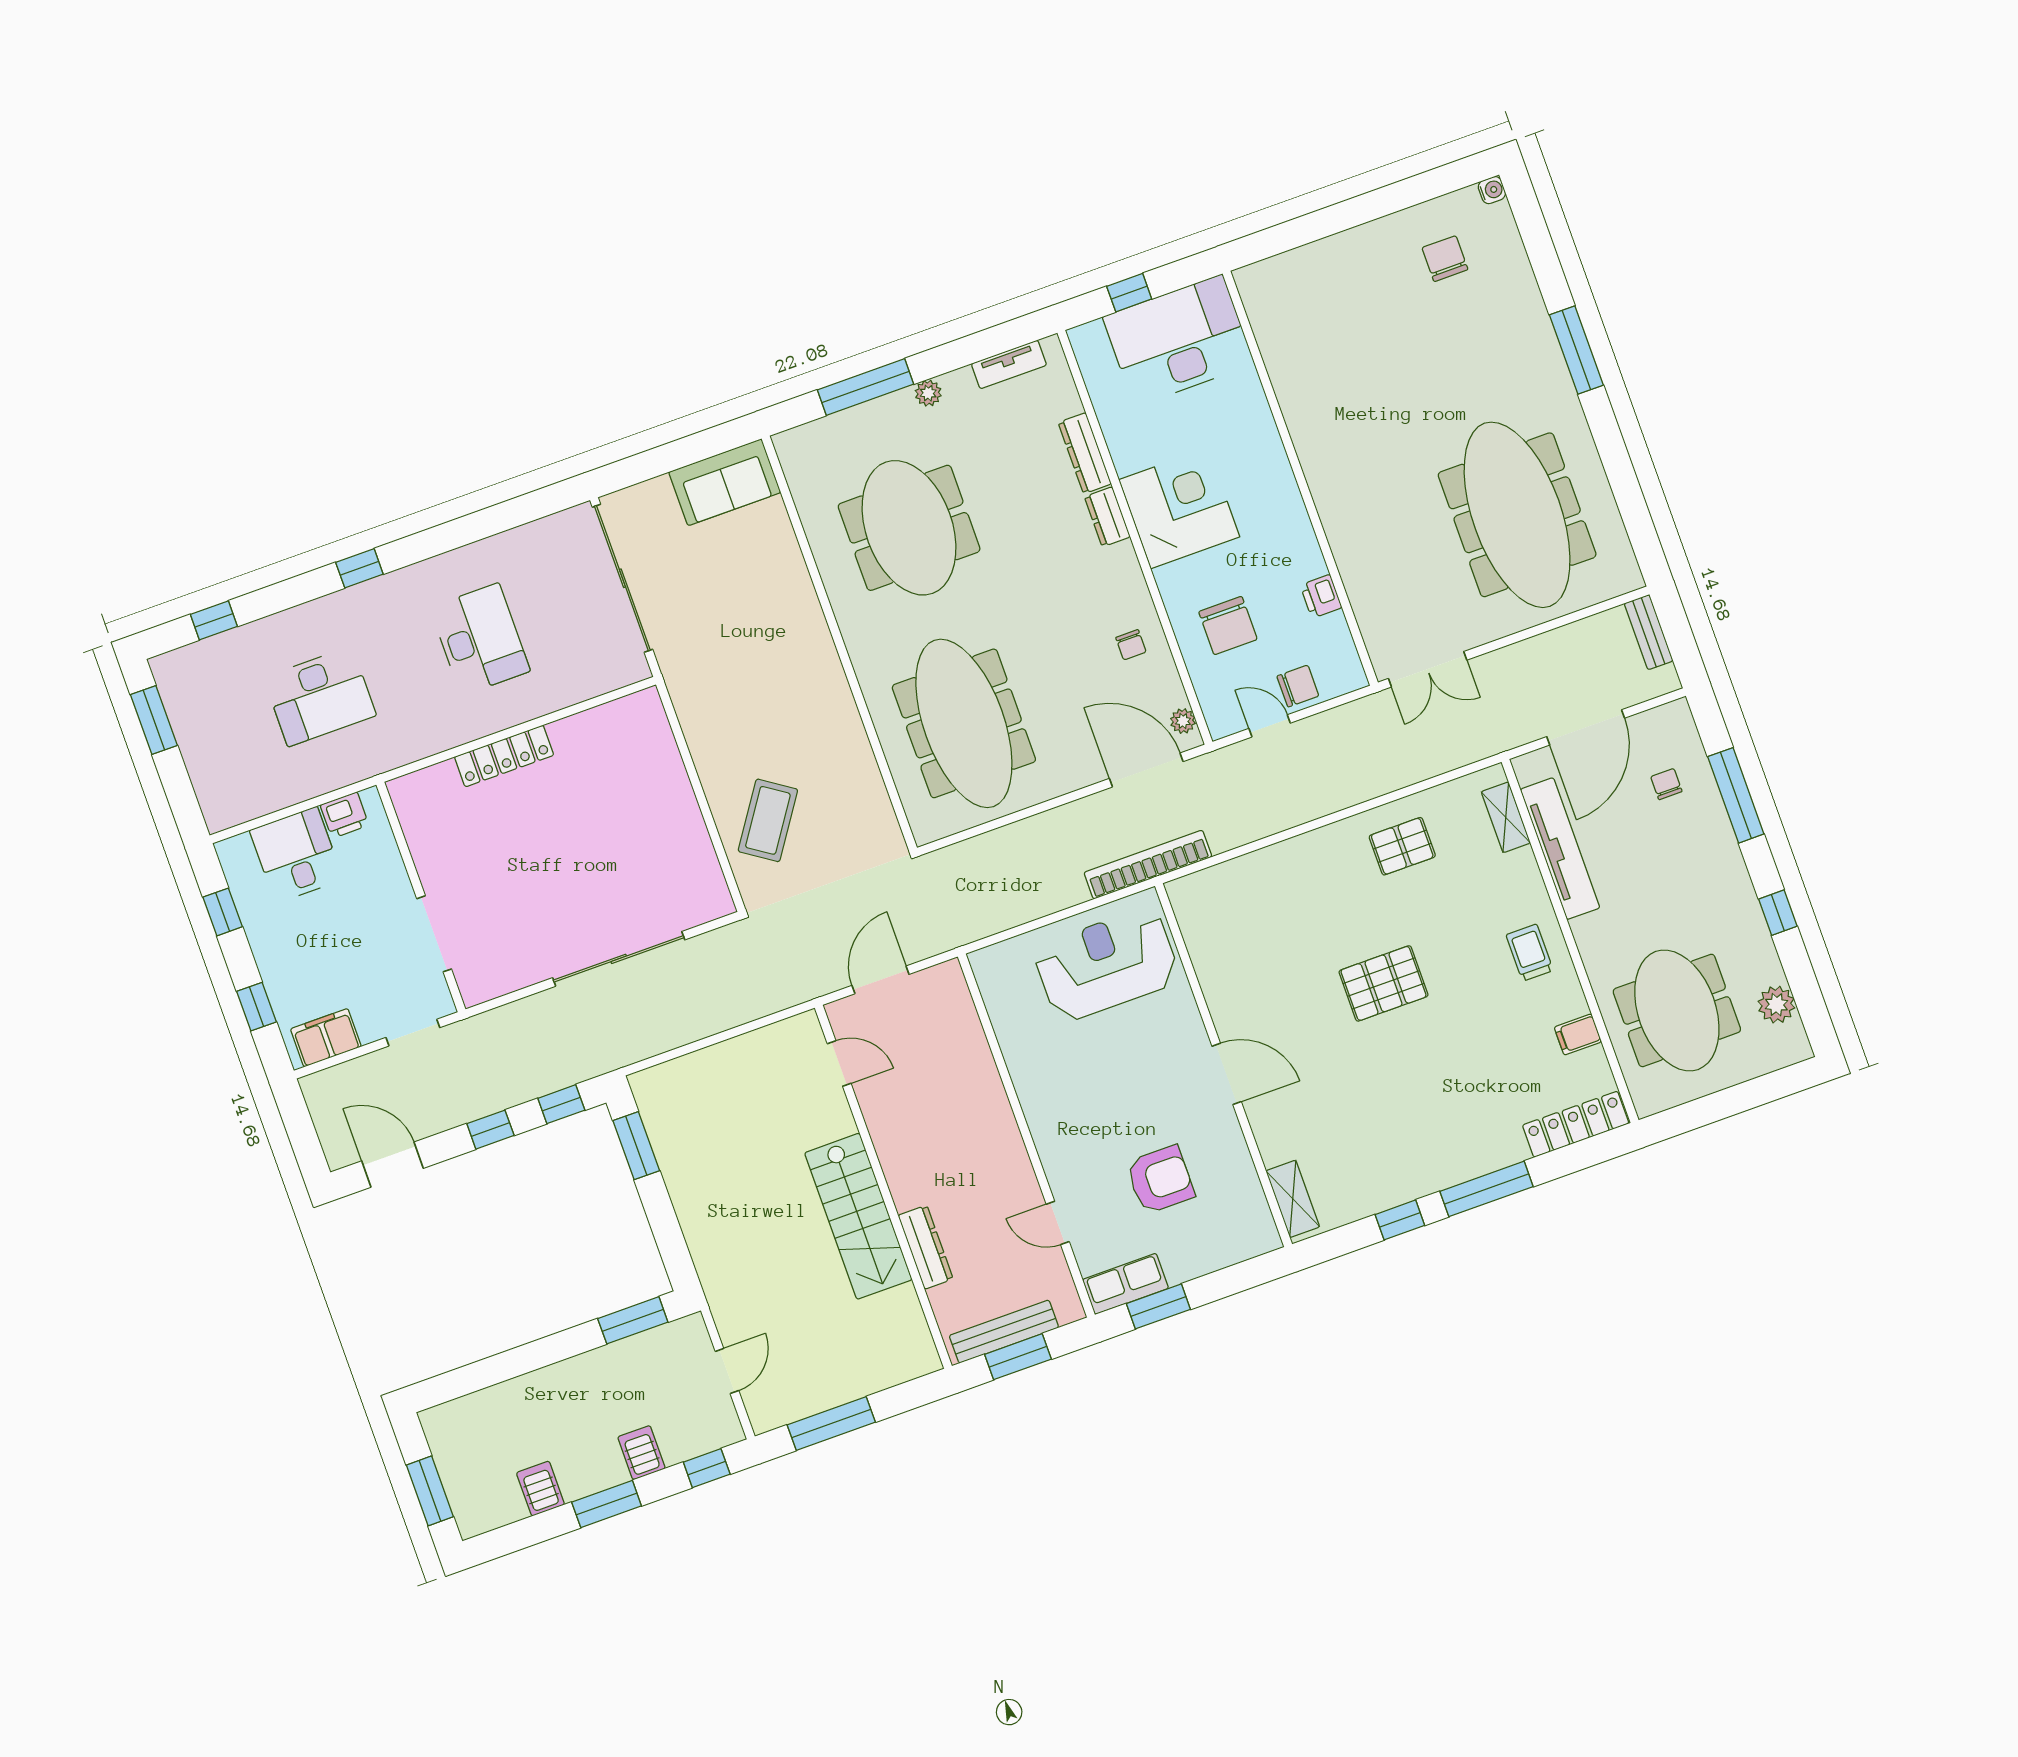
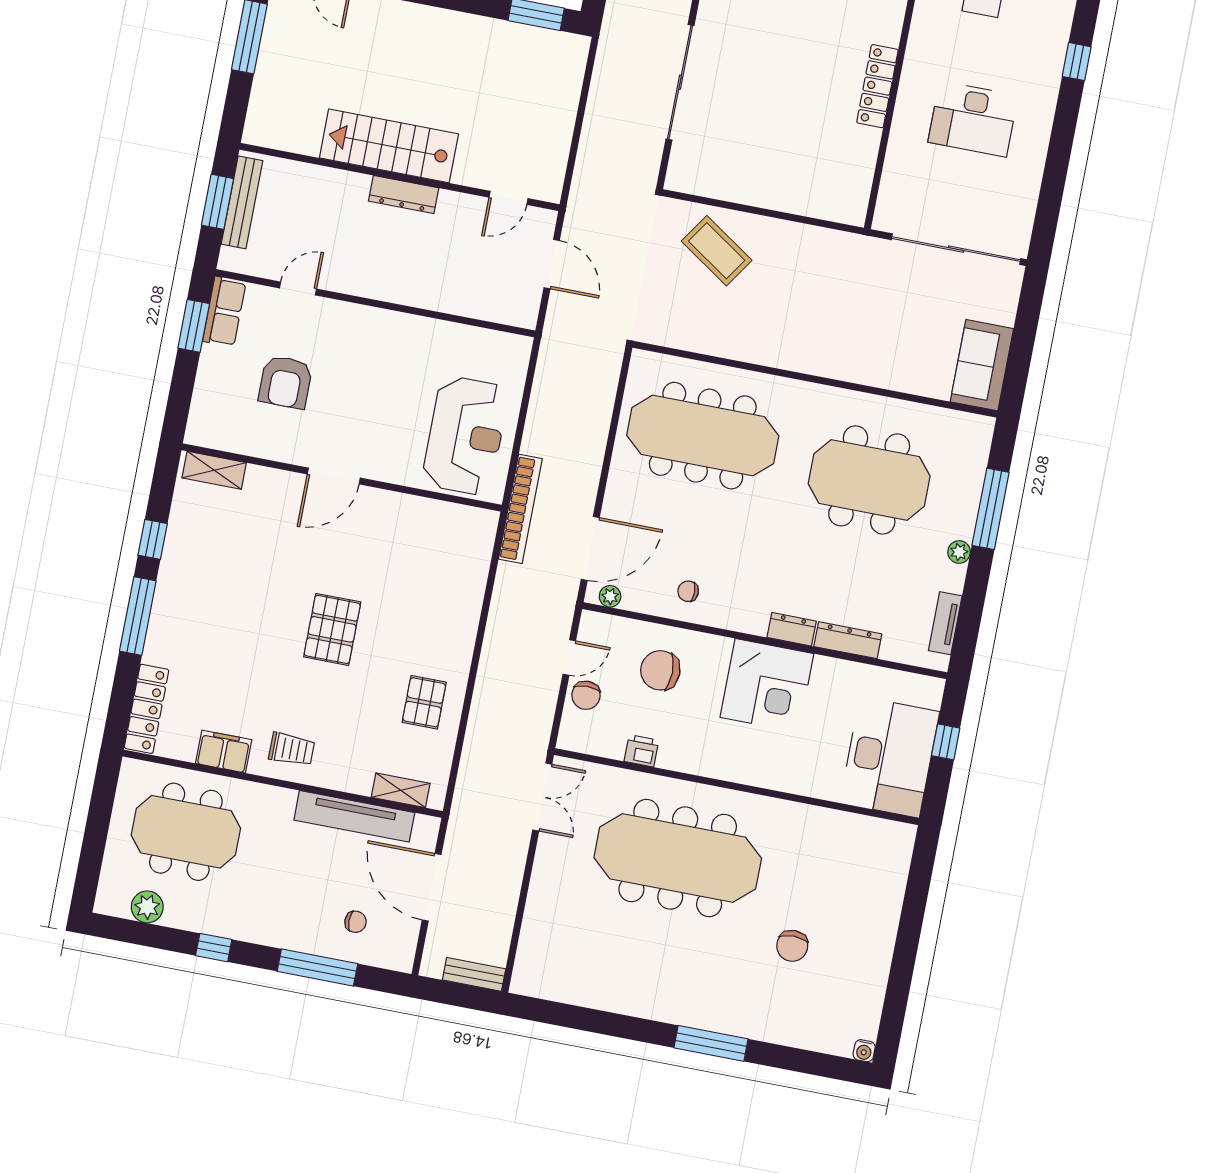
chair: (1445, 259) -> (792, 946), moved, turned 90
meeting table: (1517, 515) -> (678, 858), moved
double door: (1428, 669) -> (542, 797), swing flipped
filing cabinet: (1578, 1034) -> (224, 752), width x2.00
dresser: (926, 1247) -> (404, 194), moved

